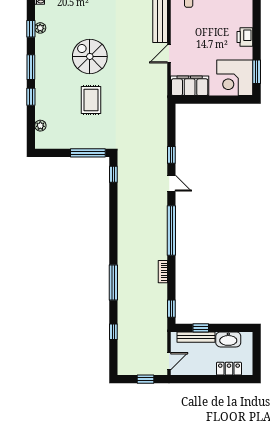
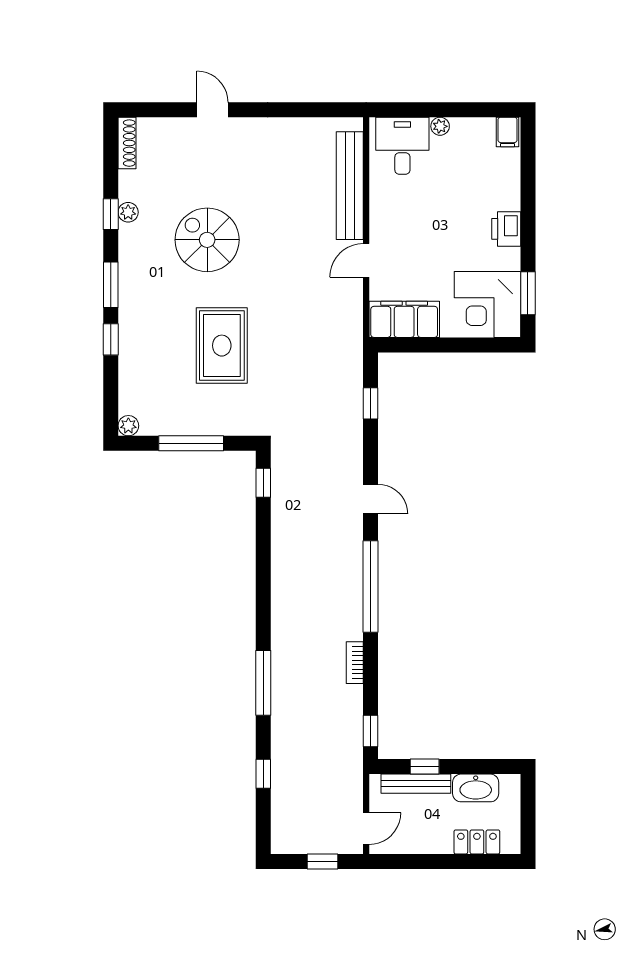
spiral stairs: (90, 56) -> (207, 240), moved
rug: (91, 100) -> (222, 346), width x1.36, depth x1.43
plant: (40, 126) -> (128, 426), moved
window: (88, 153) -> (191, 443), moved
window: (171, 155) -> (371, 403), moved

